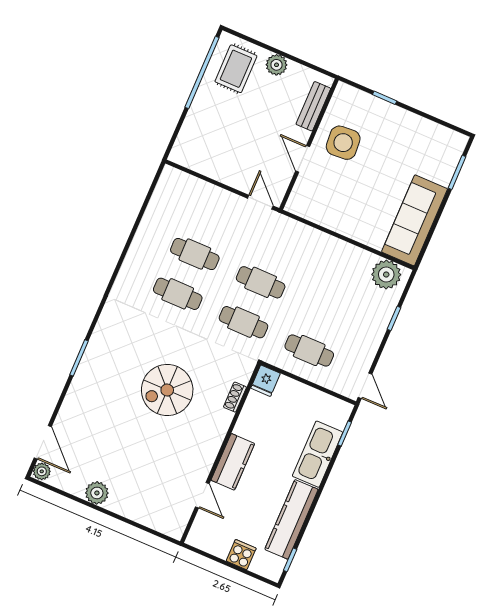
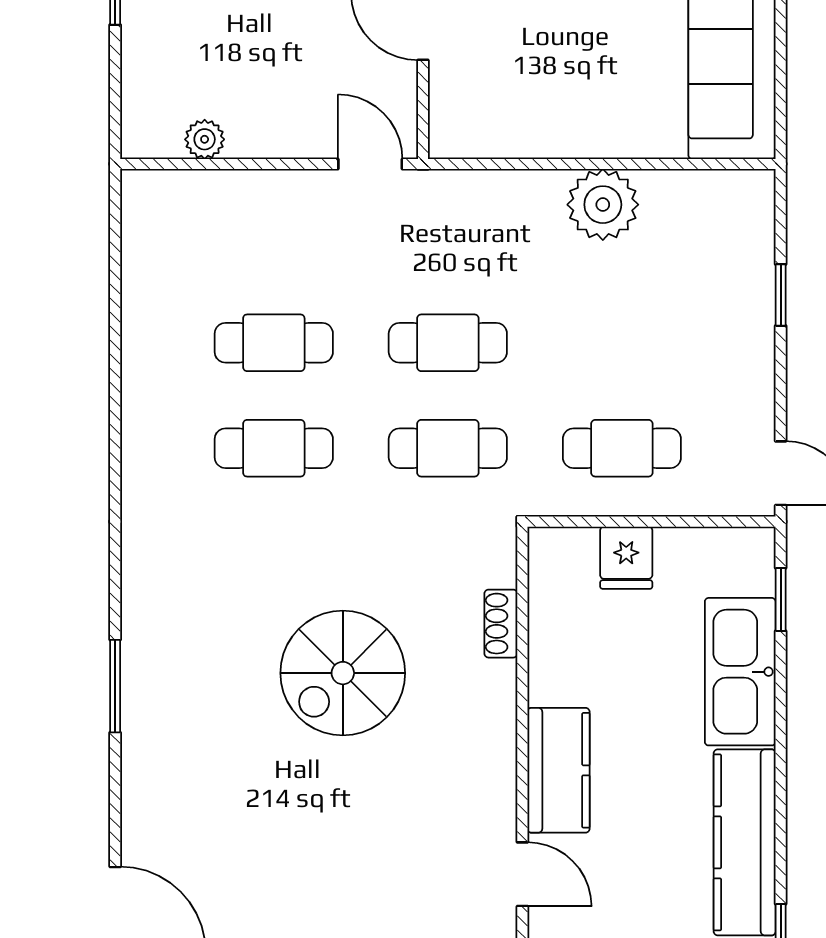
plant: (202, 166) -> (205, 139), added
plant: (386, 275) -> (603, 205), moved
fridge: (266, 381) -> (626, 558), moved

